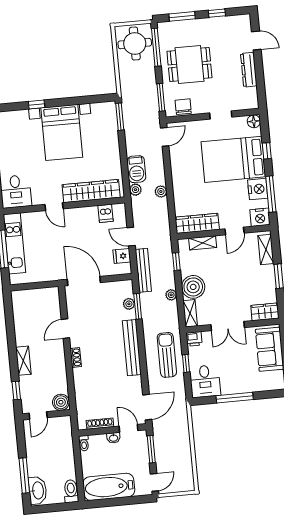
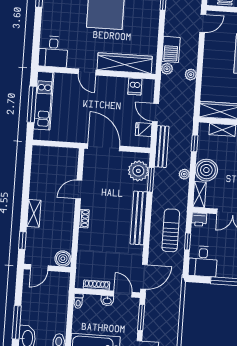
plant: (129, 304) -> (138, 171), width x1.87, depth x1.87

